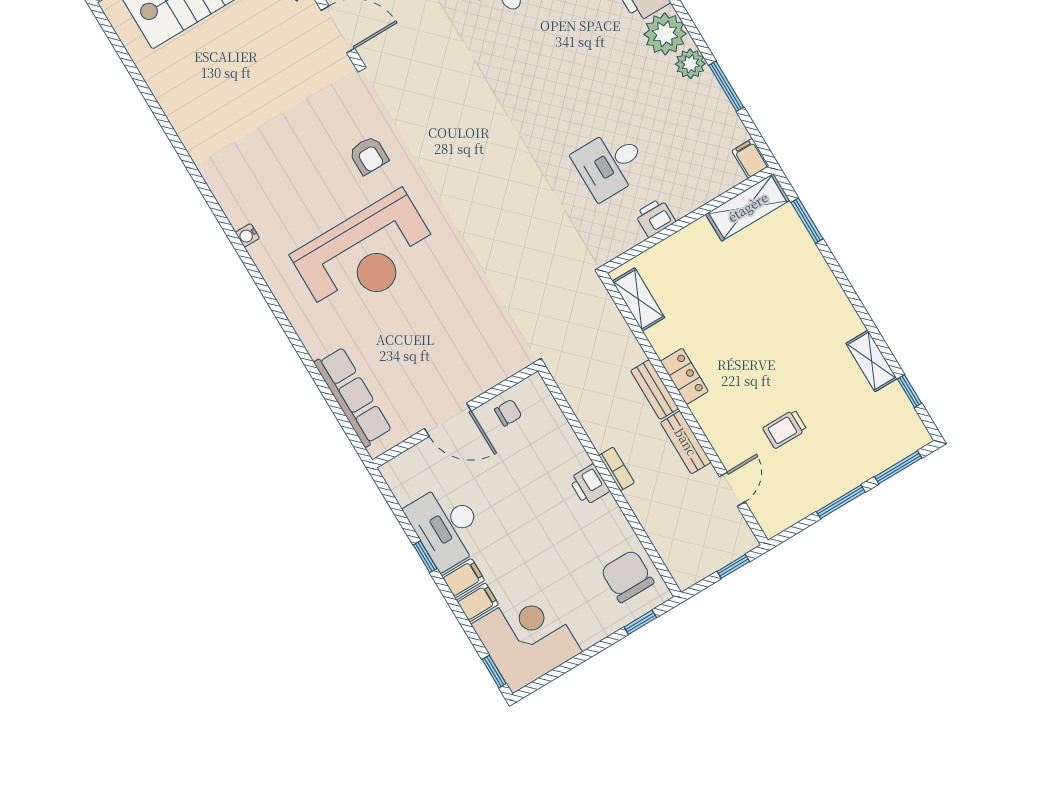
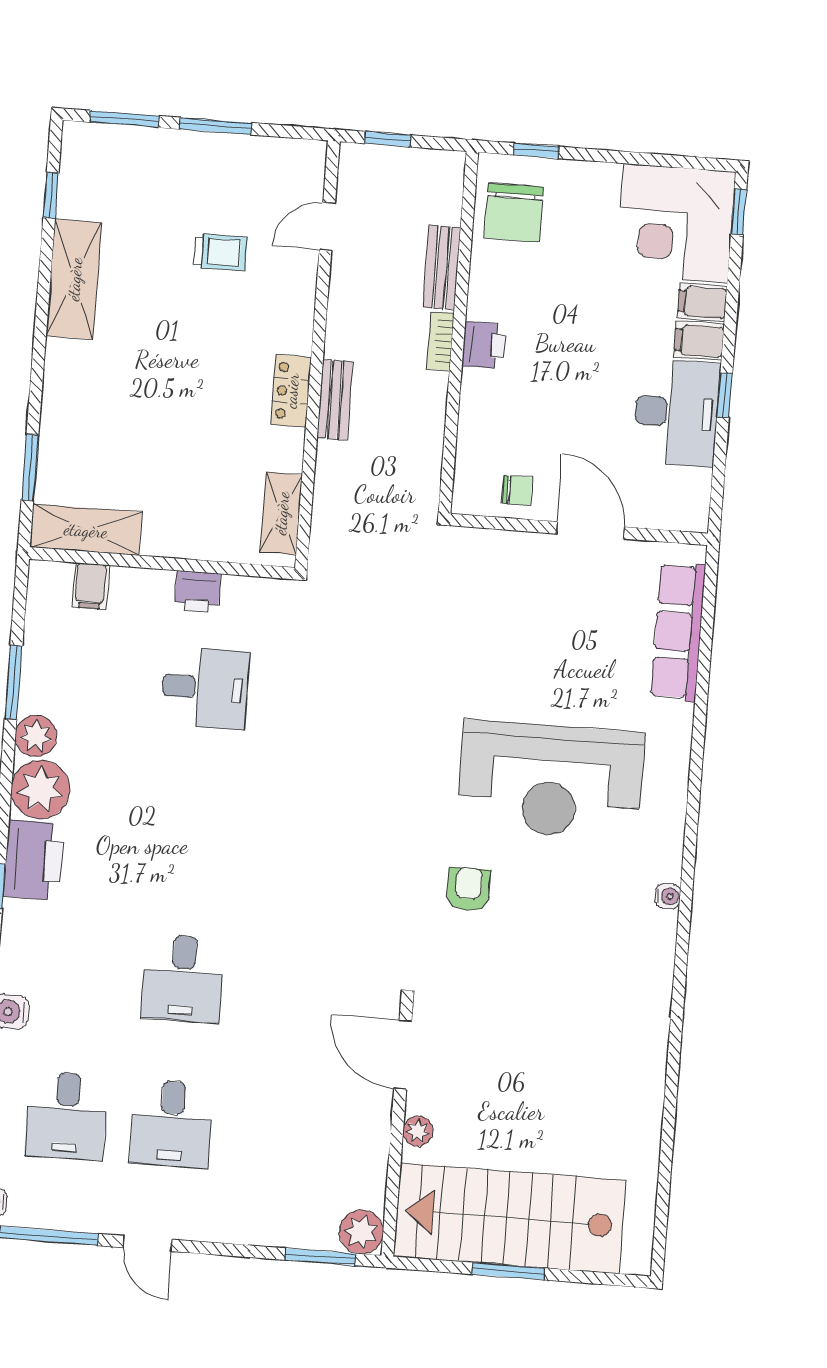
filing cabinet: (750, 158) -> (91, 586), moved
reception desk: (366, 255) -> (551, 780), turned 180
shelving: (871, 361) -> (74, 279), width x1.50, depth x1.33
chair: (508, 413) -> (517, 490), turned 180
bench: (686, 442) -> (442, 267), moved

